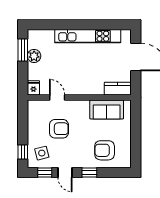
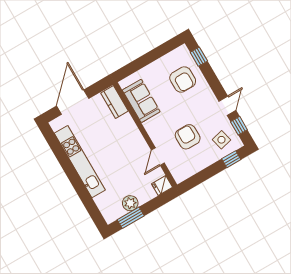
window: (89, 173) -> (199, 57), moved

